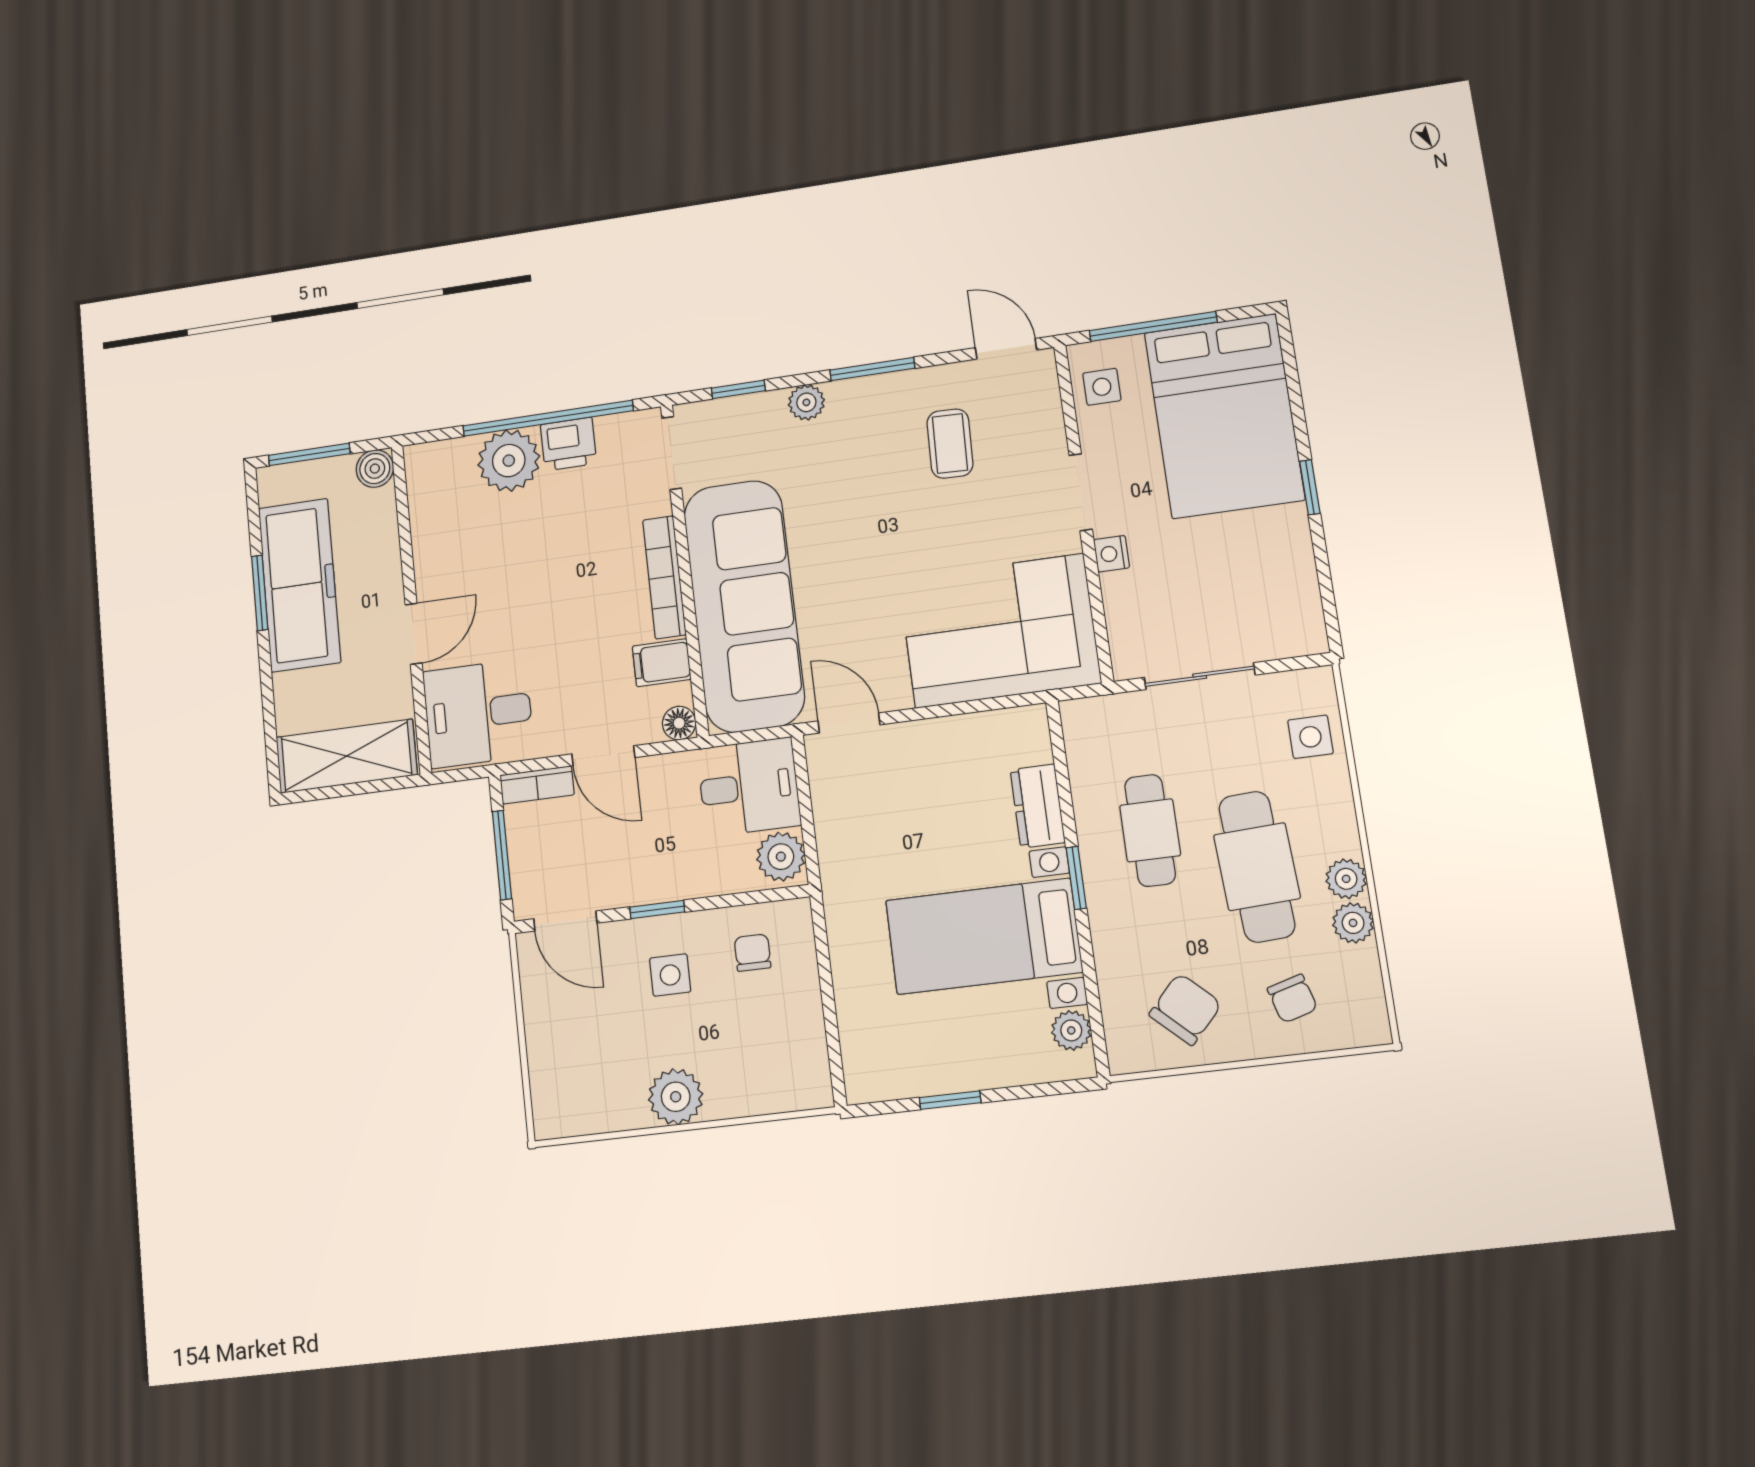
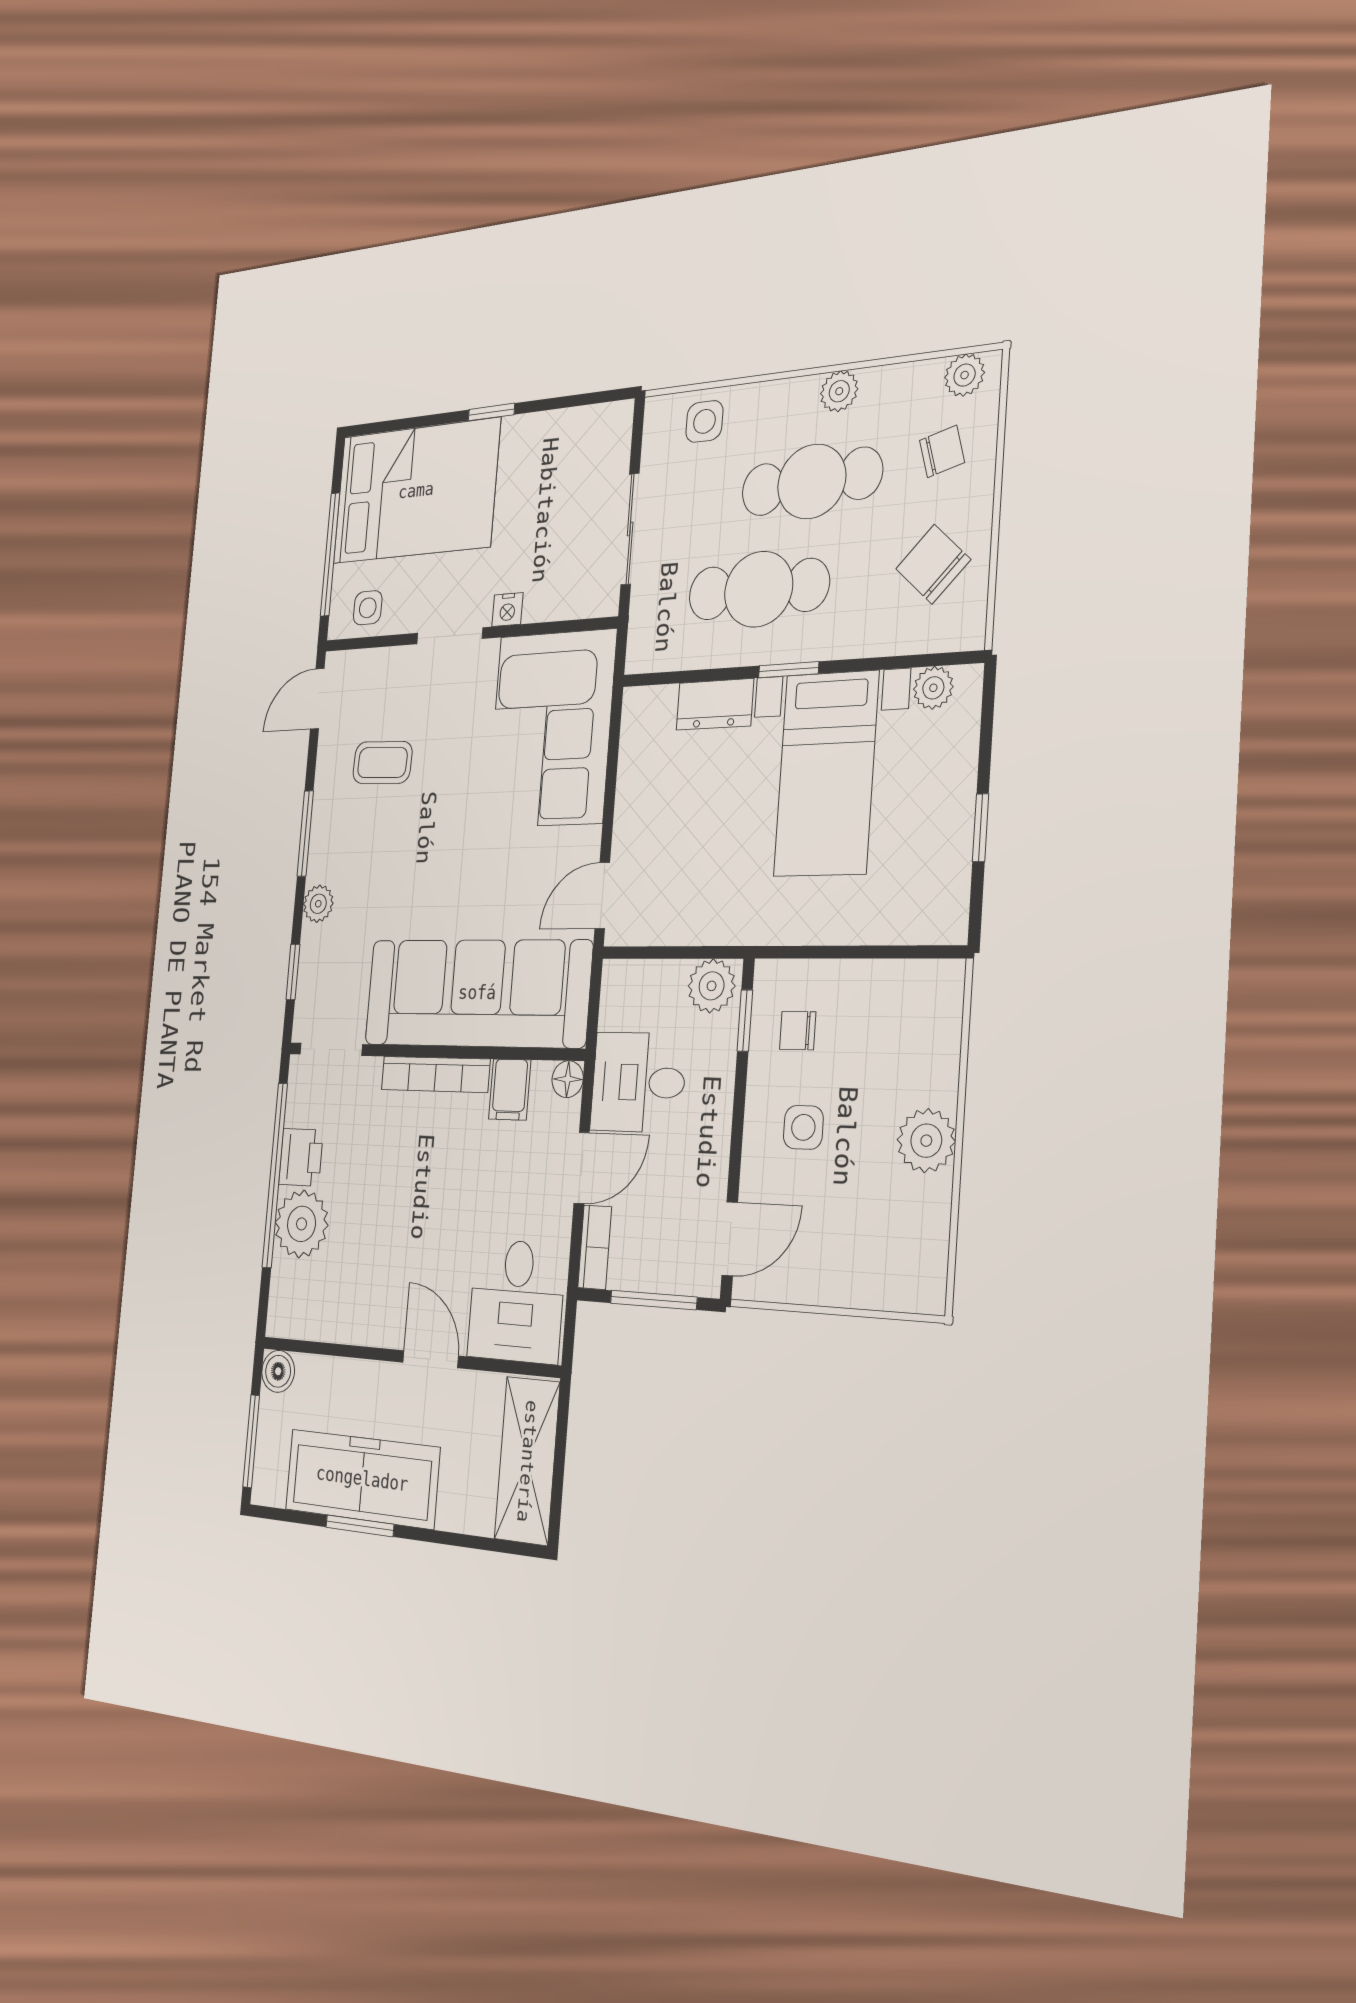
desk: (749, 787) -> (638, 1082), moved, turned -90
cafe table: (1150, 830) -> (759, 589), width x1.37, depth x1.35
window: (657, 910) -> (745, 1020), moved
plant: (1353, 923) -> (965, 375), moved

